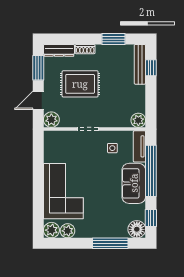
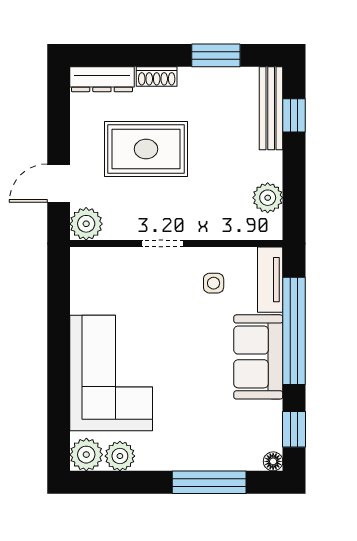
window: (38, 68) -> (59, 115), removed
plant: (138, 120) -> (268, 198), moved
floor lamp: (137, 229) -> (273, 461), width x0.53, depth x0.53

